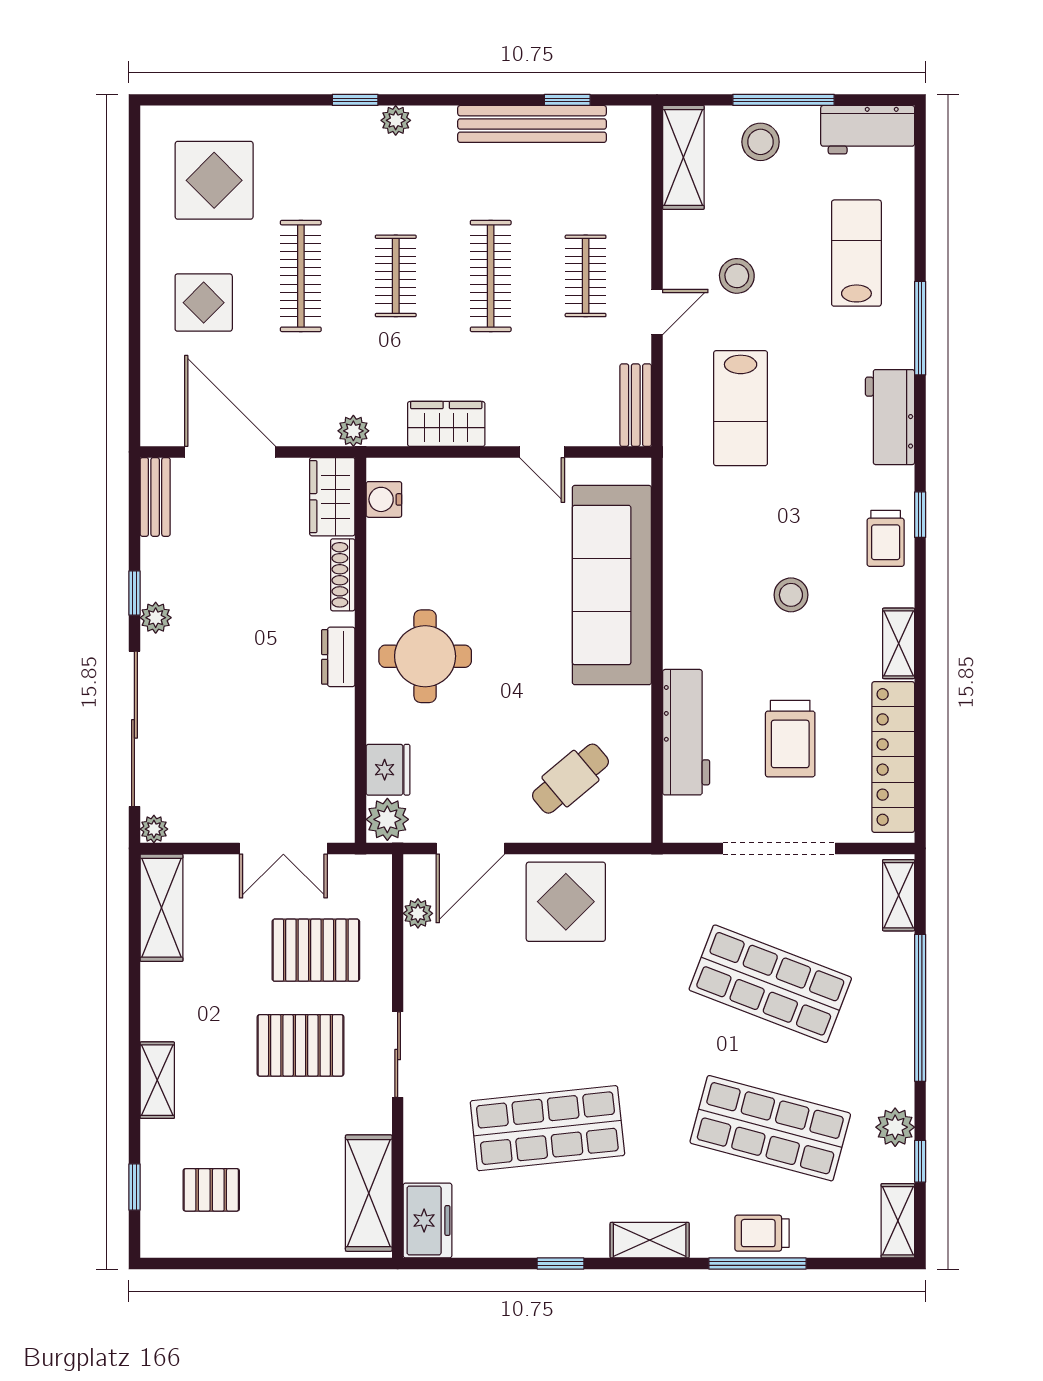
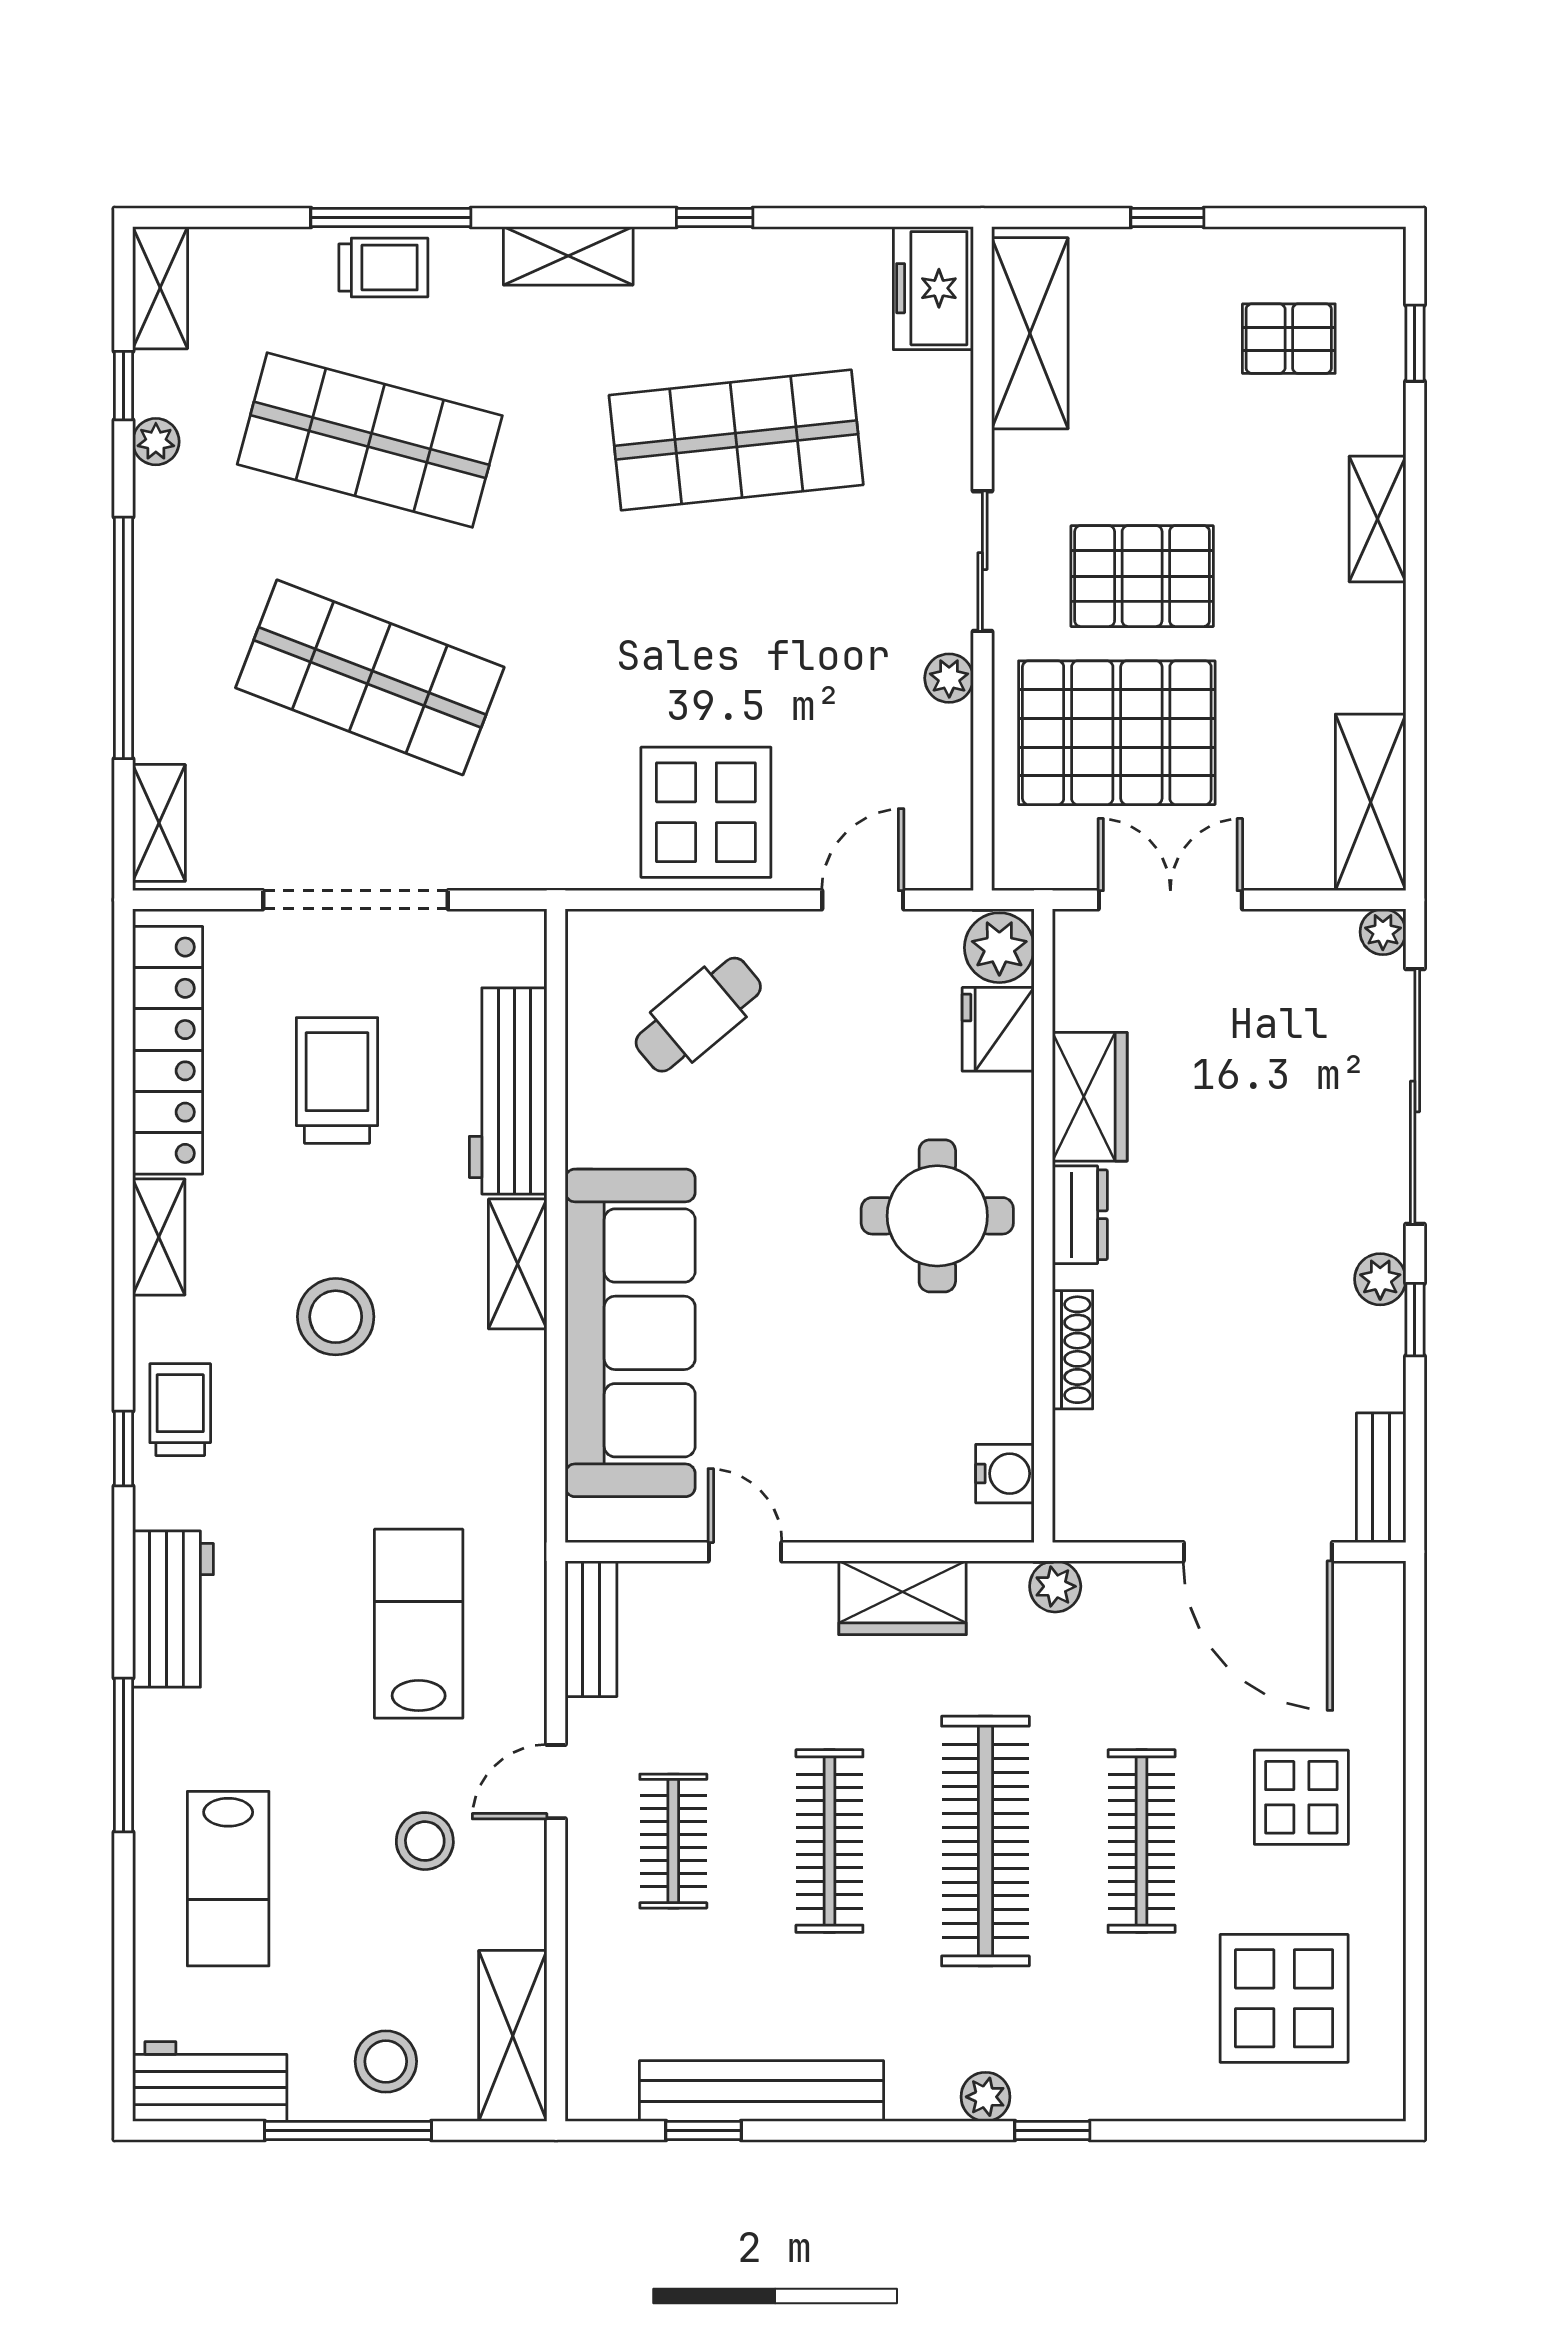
clothes rail: (396, 276) -> (985, 1841), width x1.86, depth x1.31
wardrobe: (332, 497) -> (1090, 1097), moved
stool: (791, 595) -> (336, 1317), width x1.38, depth x1.38
shelving: (680, 627) -> (518, 1264), added
door: (470, 848) -> (863, 900), width x0.73
plant: (418, 913) -> (949, 678), moved
pallet: (316, 950) -> (1117, 733), width x1.37, depth x1.41
plant: (895, 1127) -> (156, 442), width x0.73, depth x0.73
window: (285, 1264) -> (1167, 218), added

